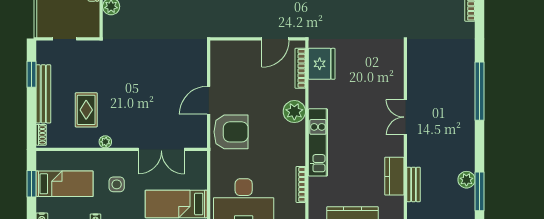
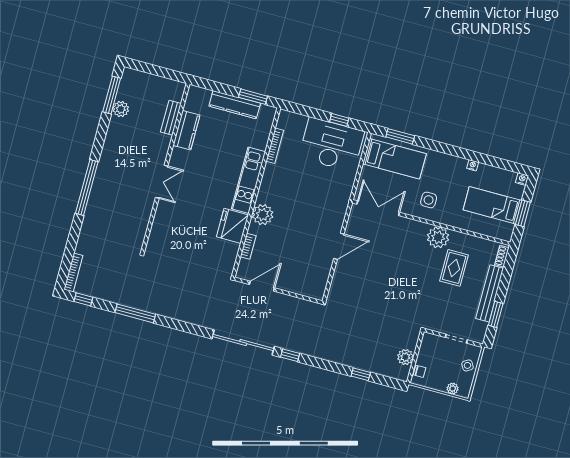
side table: (46, 15) -> (467, 365), added
fridge: (322, 64) -> (232, 226), moved
bookcase: (300, 68) -> (248, 246), width x0.64
armchair: (231, 132) -> (326, 212), removed
plant: (105, 142) -> (438, 237), width x1.87, depth x1.87
double door: (161, 149) -> (378, 208), moved
side table: (117, 184) -> (429, 200), moved

